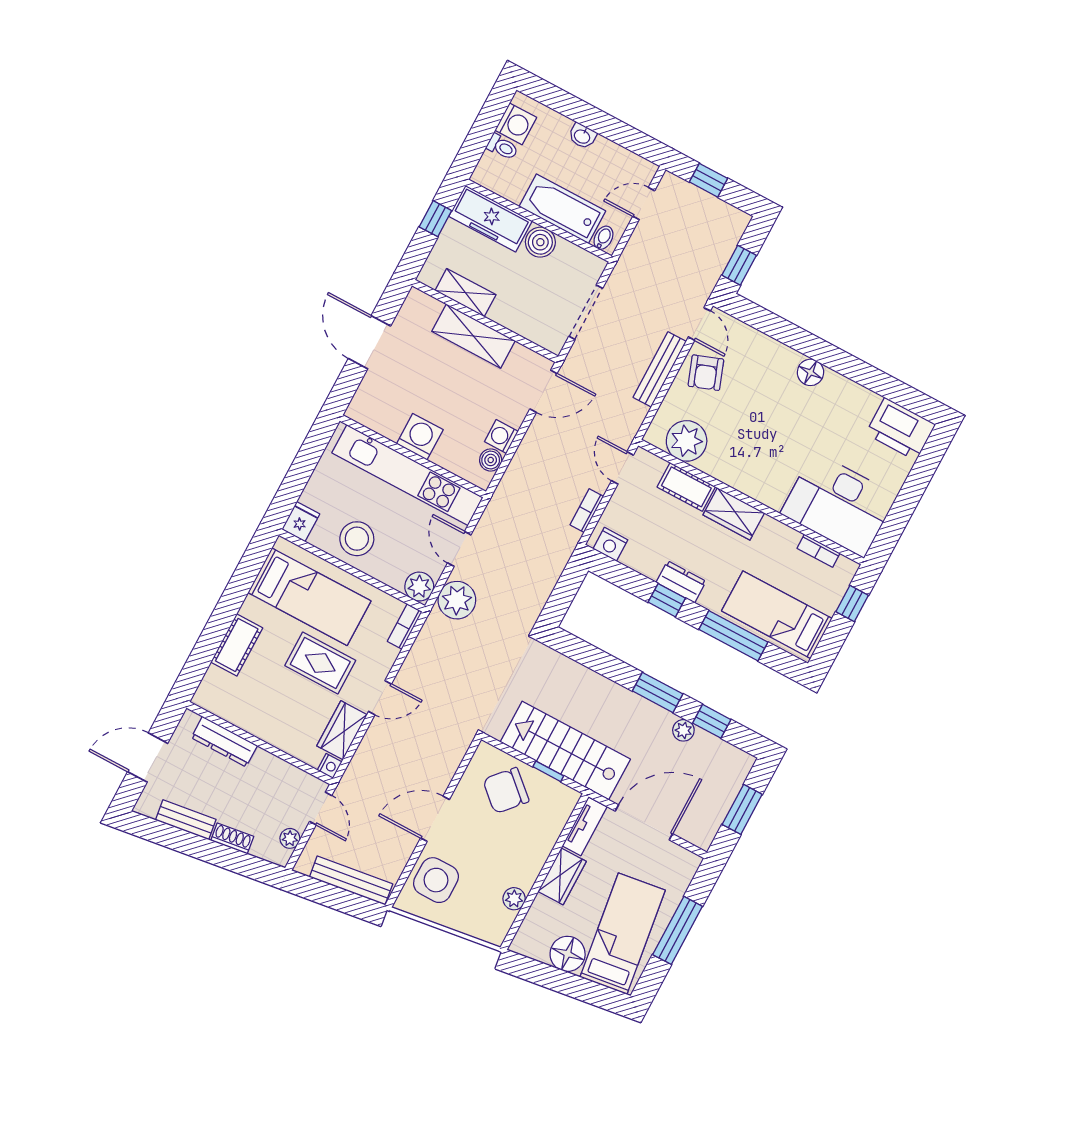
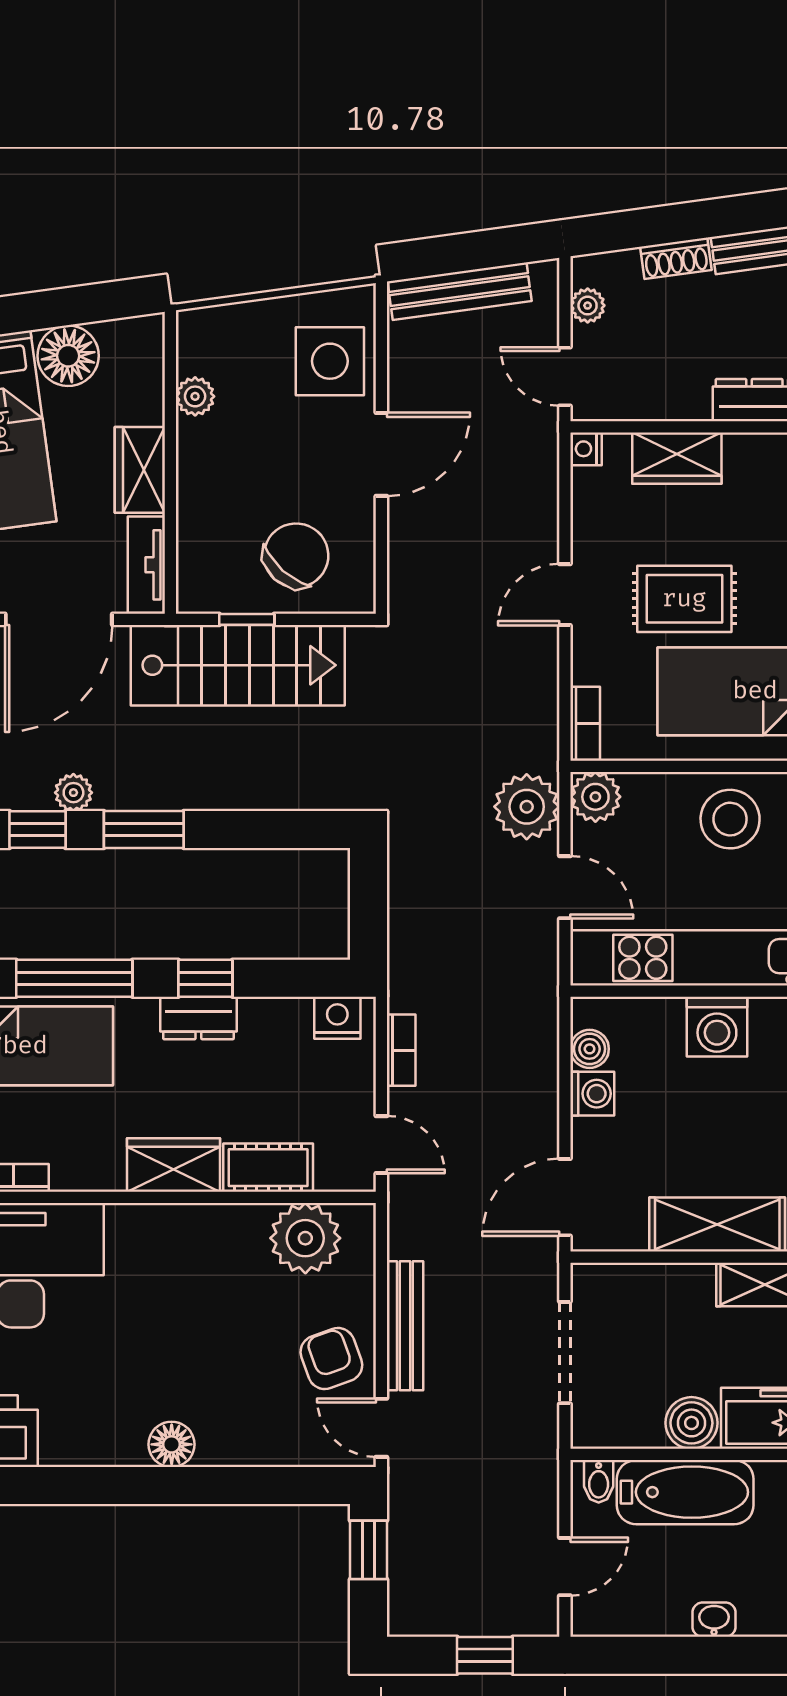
wardrobe: (342, 730) -> (677, 458), moved, turned 90

